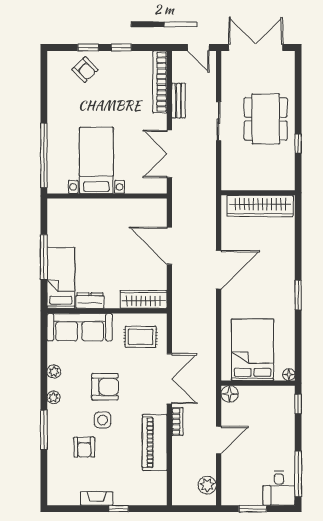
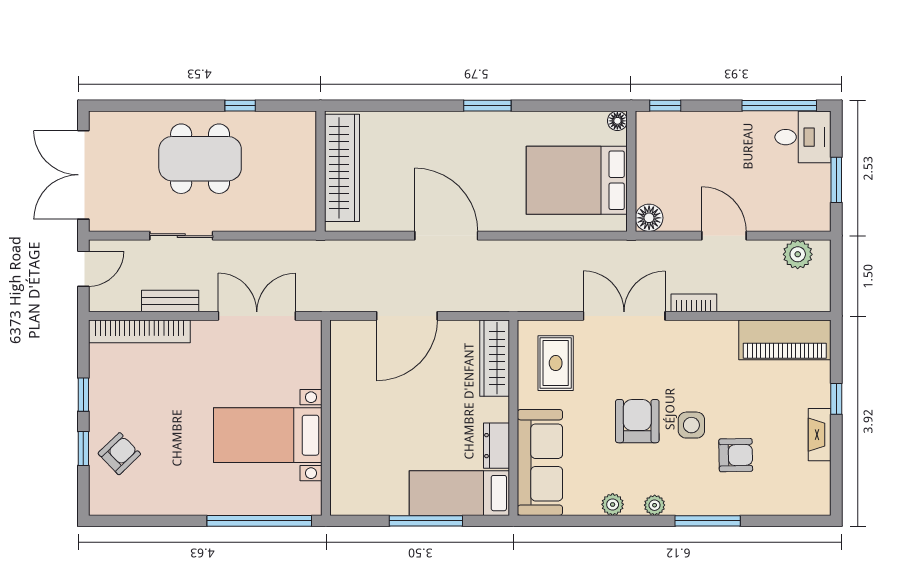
sliding door: (219, 121) -> (181, 236), moved
double door: (169, 154) -> (257, 316), swing flipped
piano: (155, 442) -> (785, 340), moved

